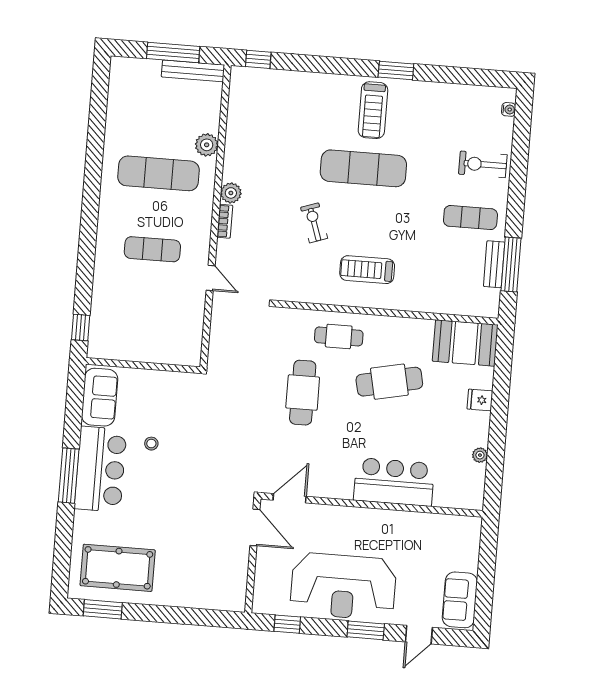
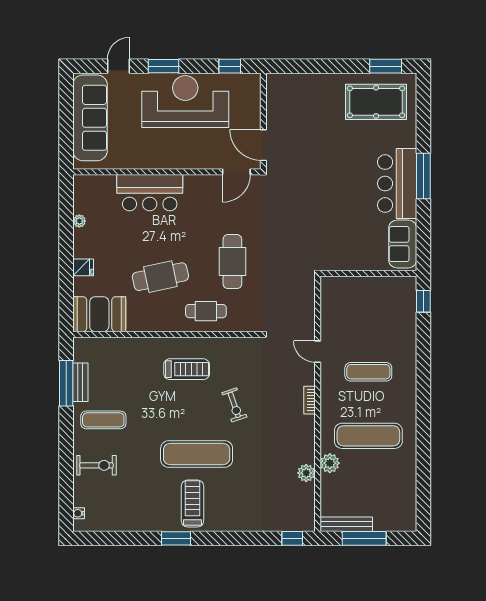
plant: (231, 193) -> (306, 473), moved
stool: (151, 444) -> (356, 209), removed
sofa: (460, 600) -> (90, 118), width x1.85, depth x1.27

